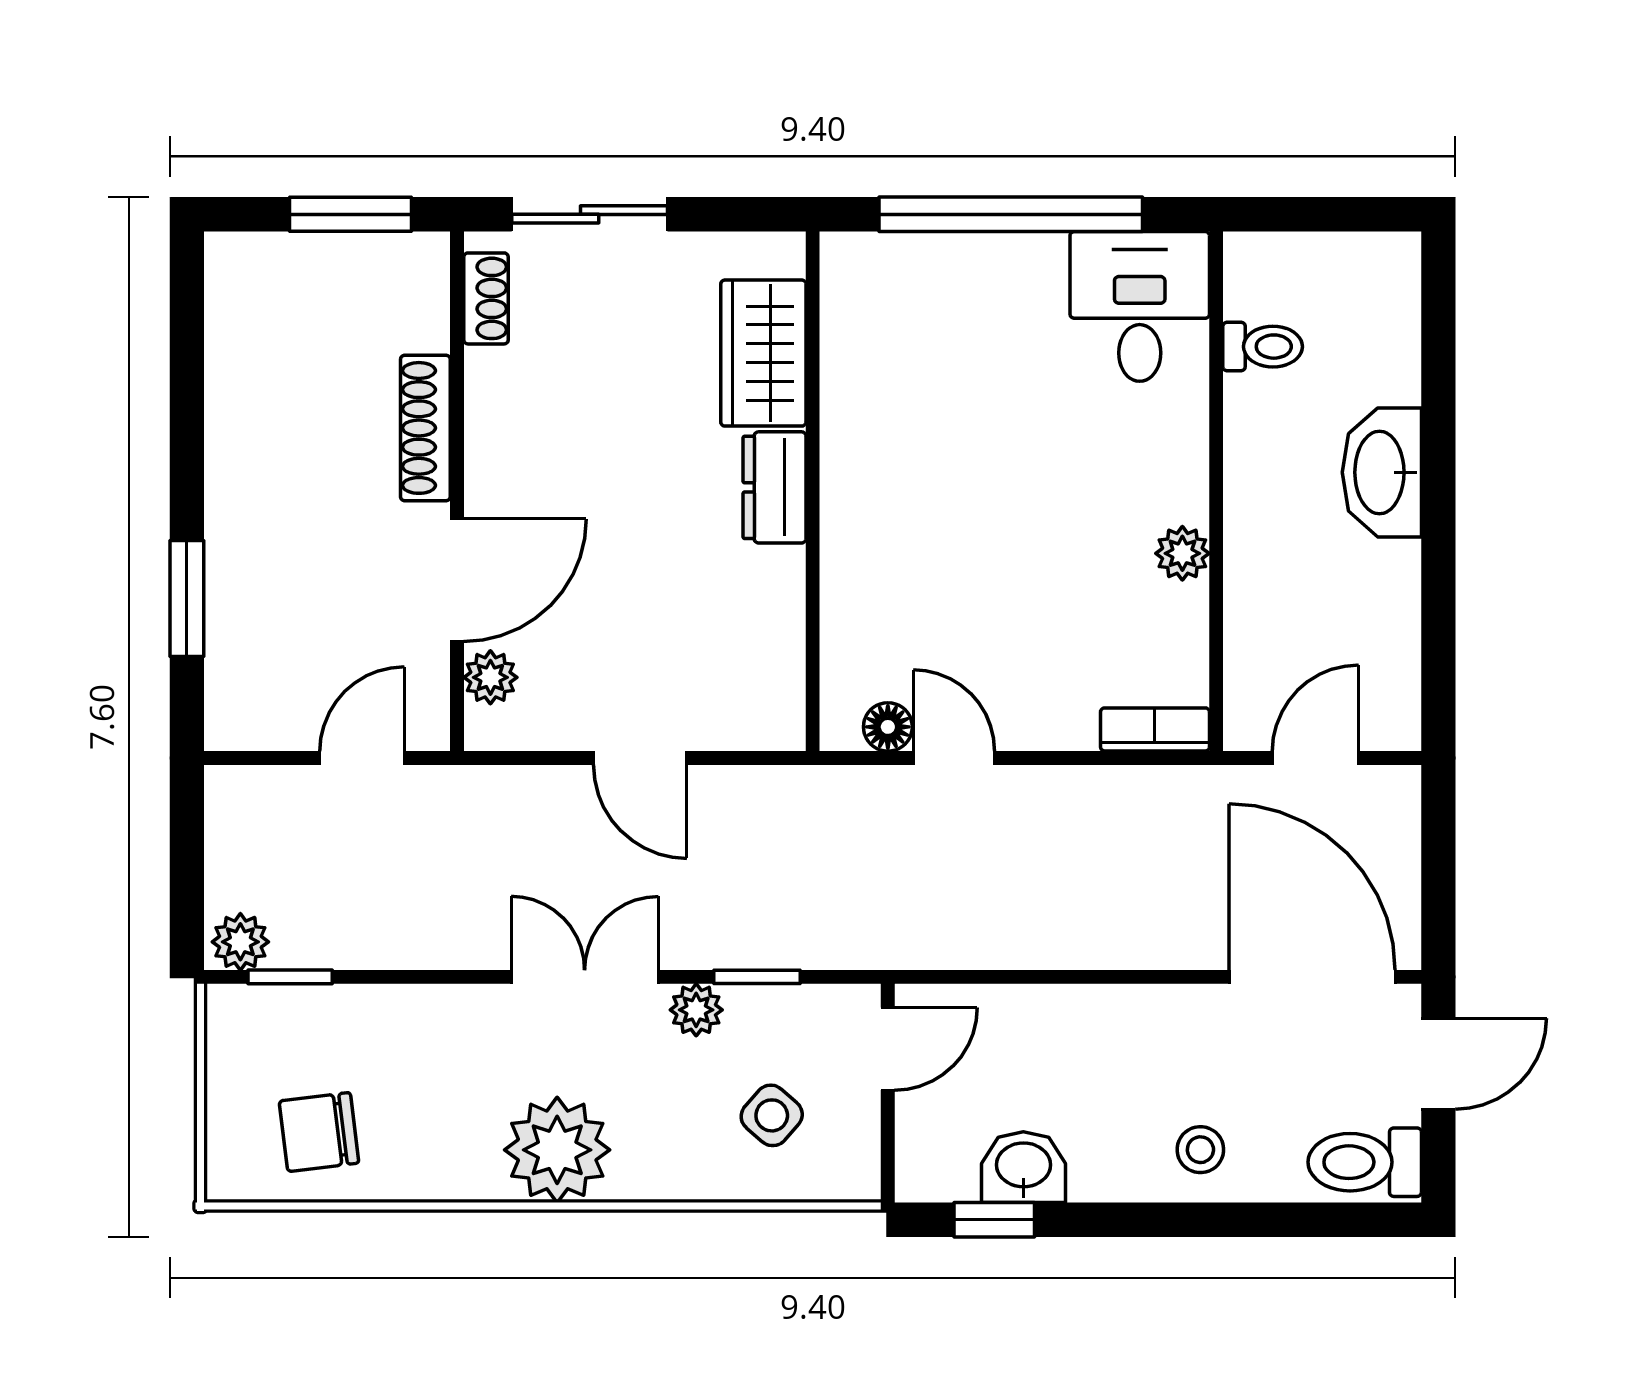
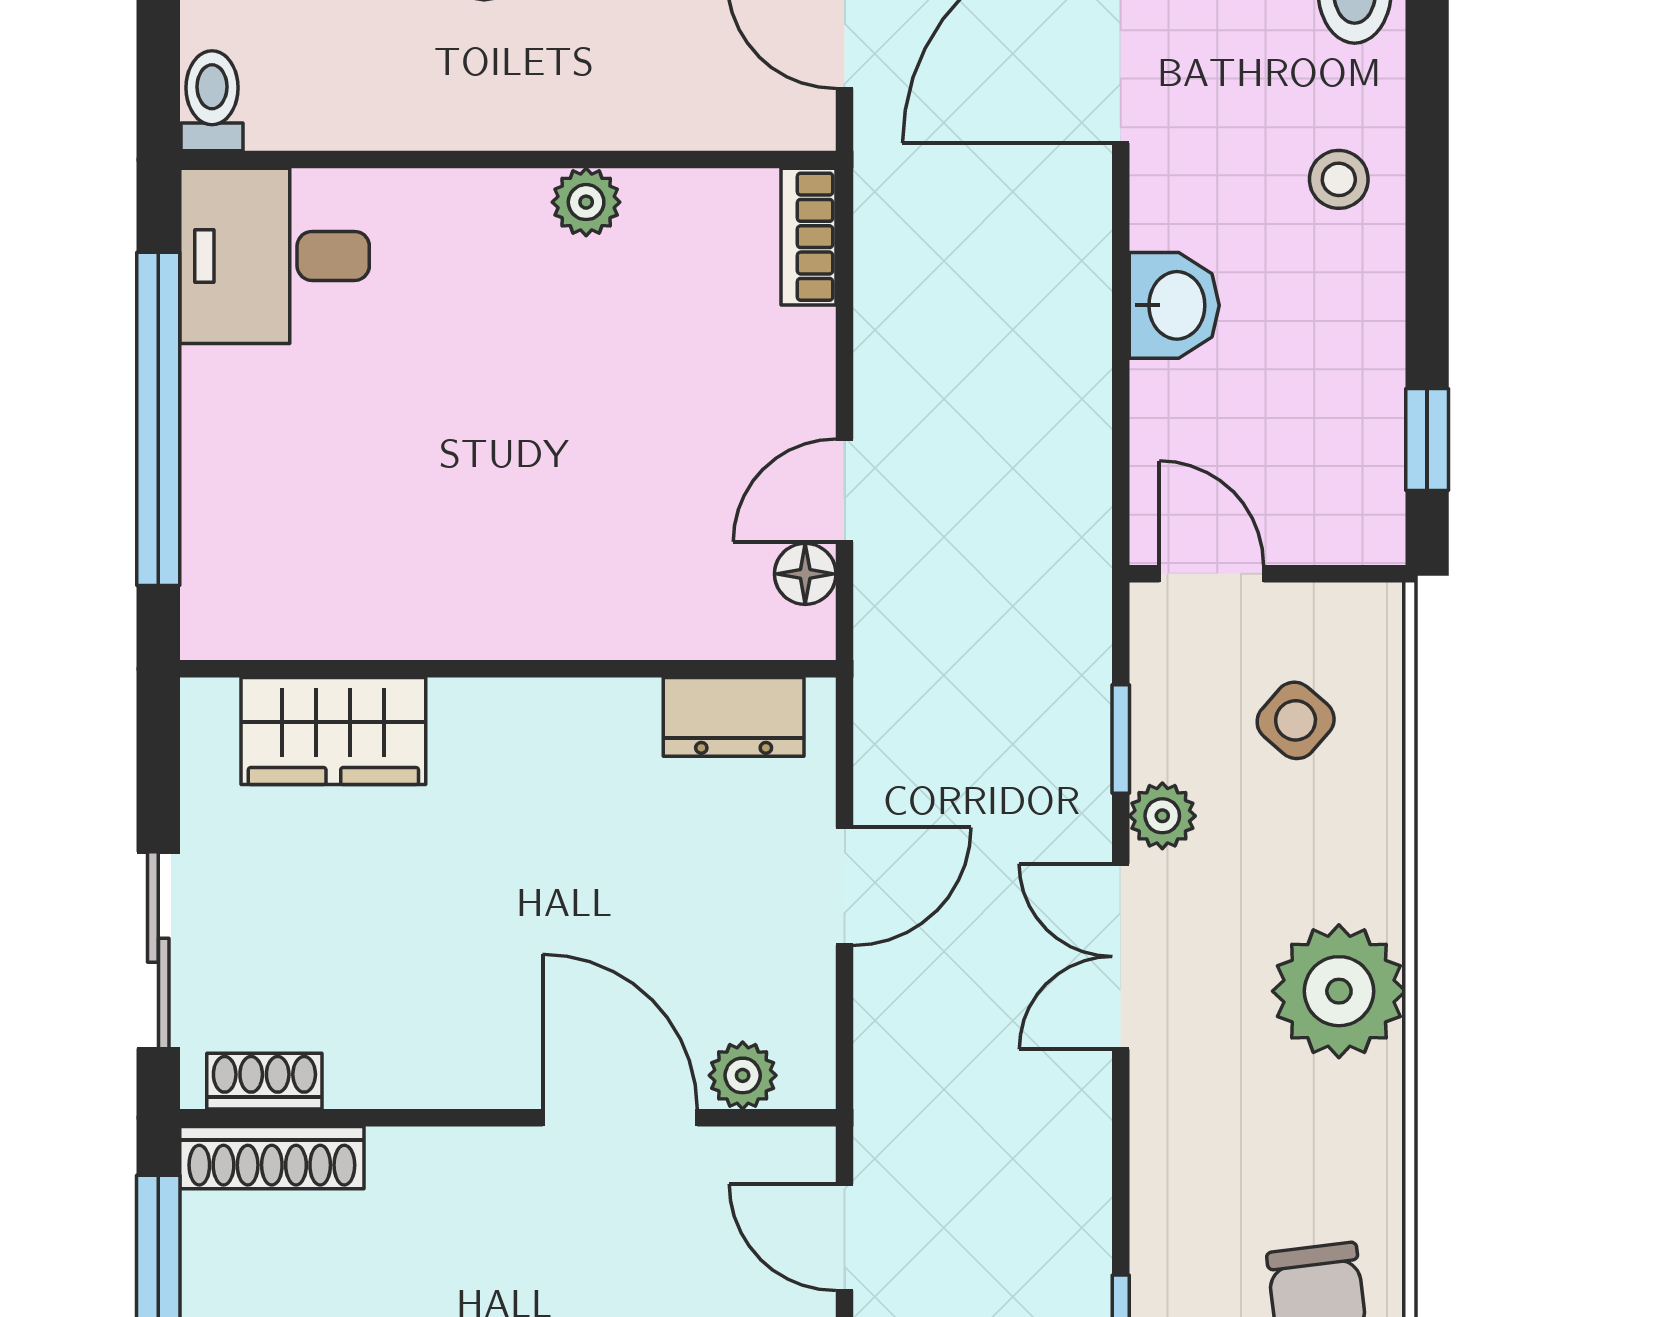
toilet: (1263, 347) -> (212, 101), moved
shoe rack: (425, 428) -> (272, 1158), moved
dresser: (774, 487) -> (734, 717), moved
washbasin: (1023, 1167) -> (1174, 305), moved, turned 180

